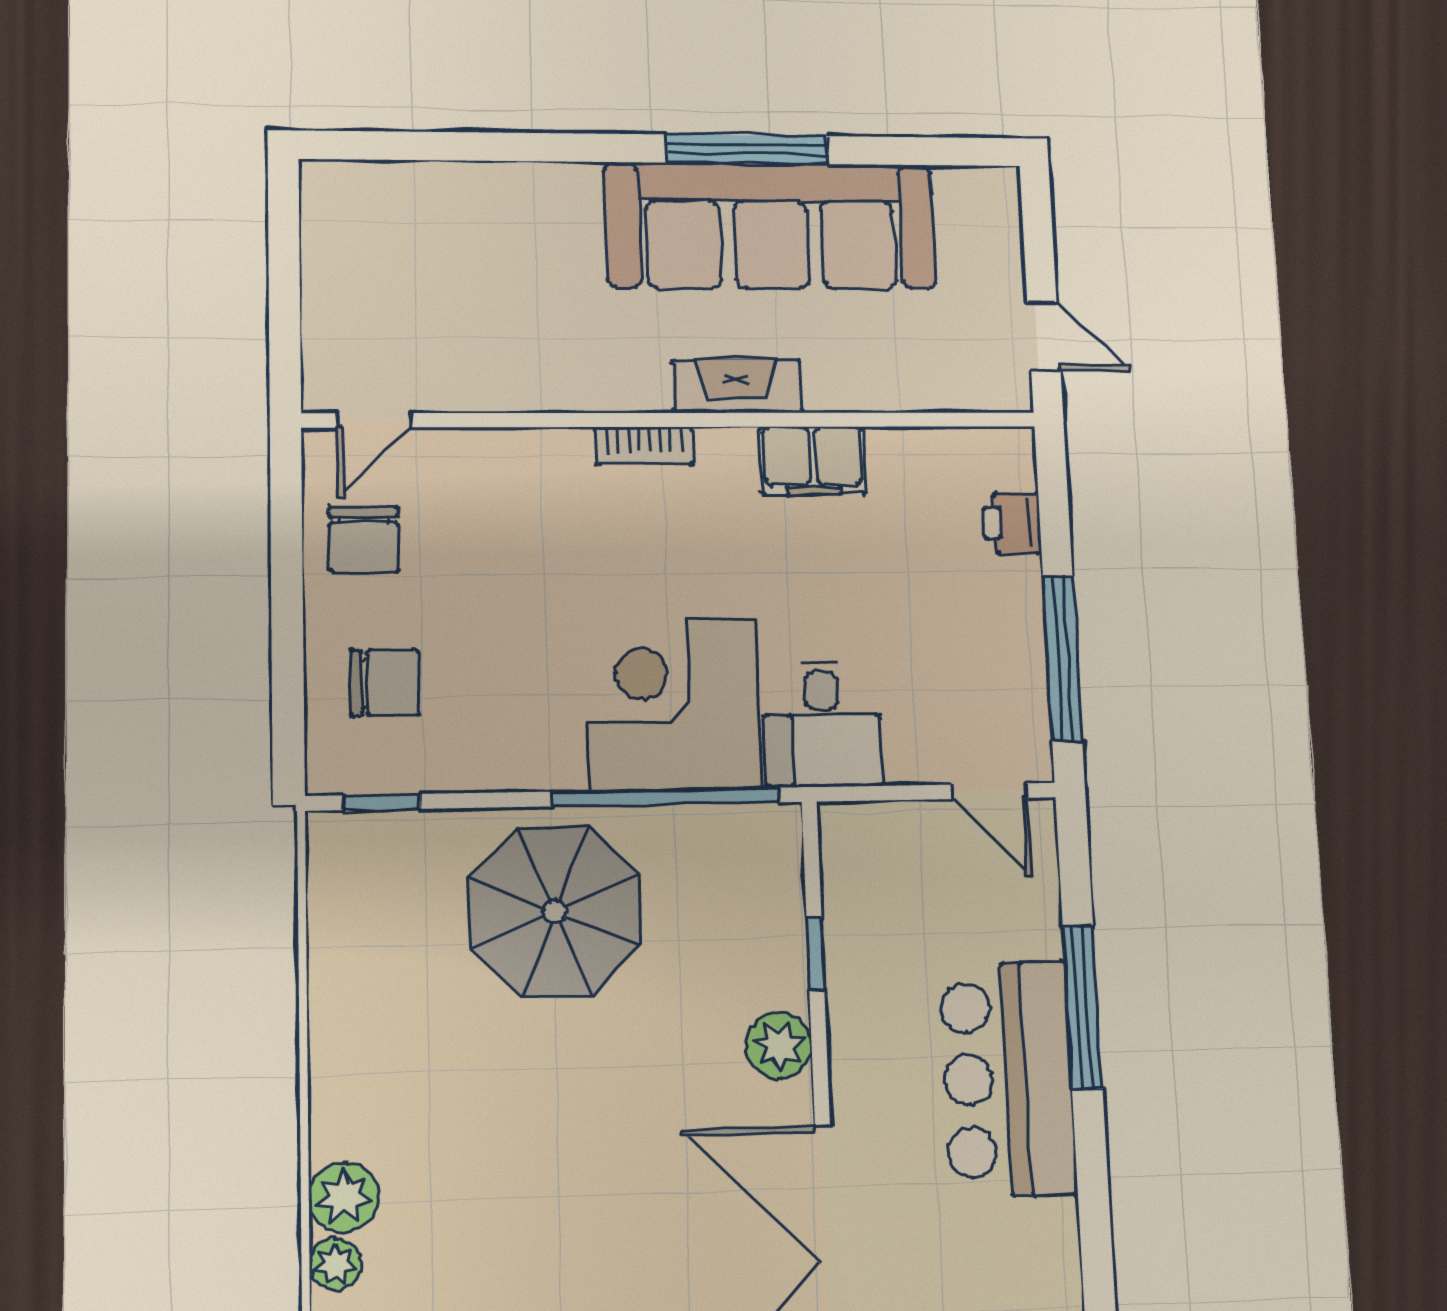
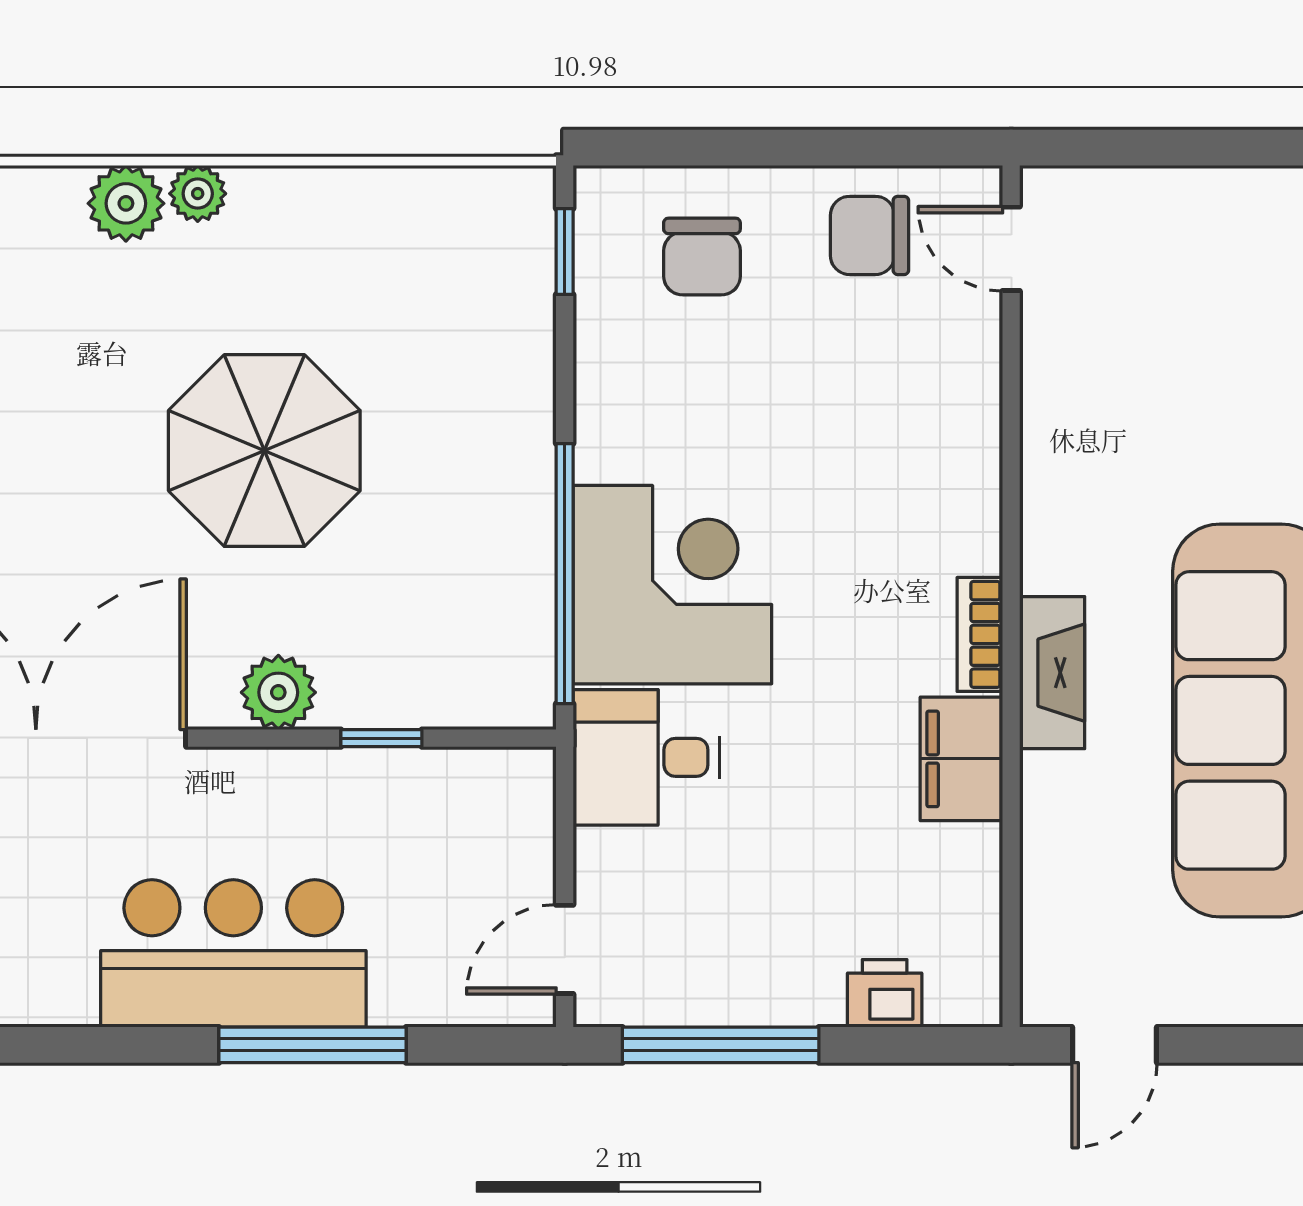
bookcase: (644, 446) -> (980, 634), moved
parasol: (555, 911) -> (264, 451), moved
plant: (335, 1264) -> (198, 194), moved

